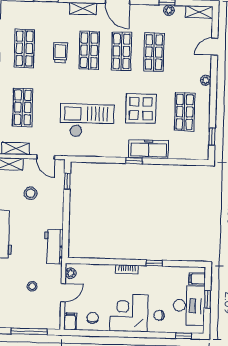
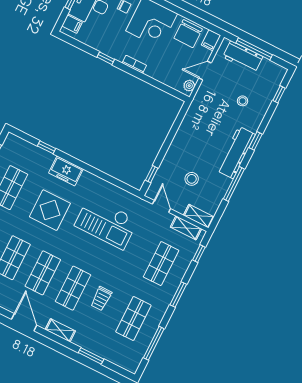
freezer: (149, 149) -> (66, 171), width x0.71
window: (134, 161) -> (46, 147), moved
workbench: (54, 247) -> (243, 57), moved, turned 90
stool: (32, 286) -> (243, 101), moved
chair: (93, 318) -> (188, 34), width x1.87, depth x1.87

